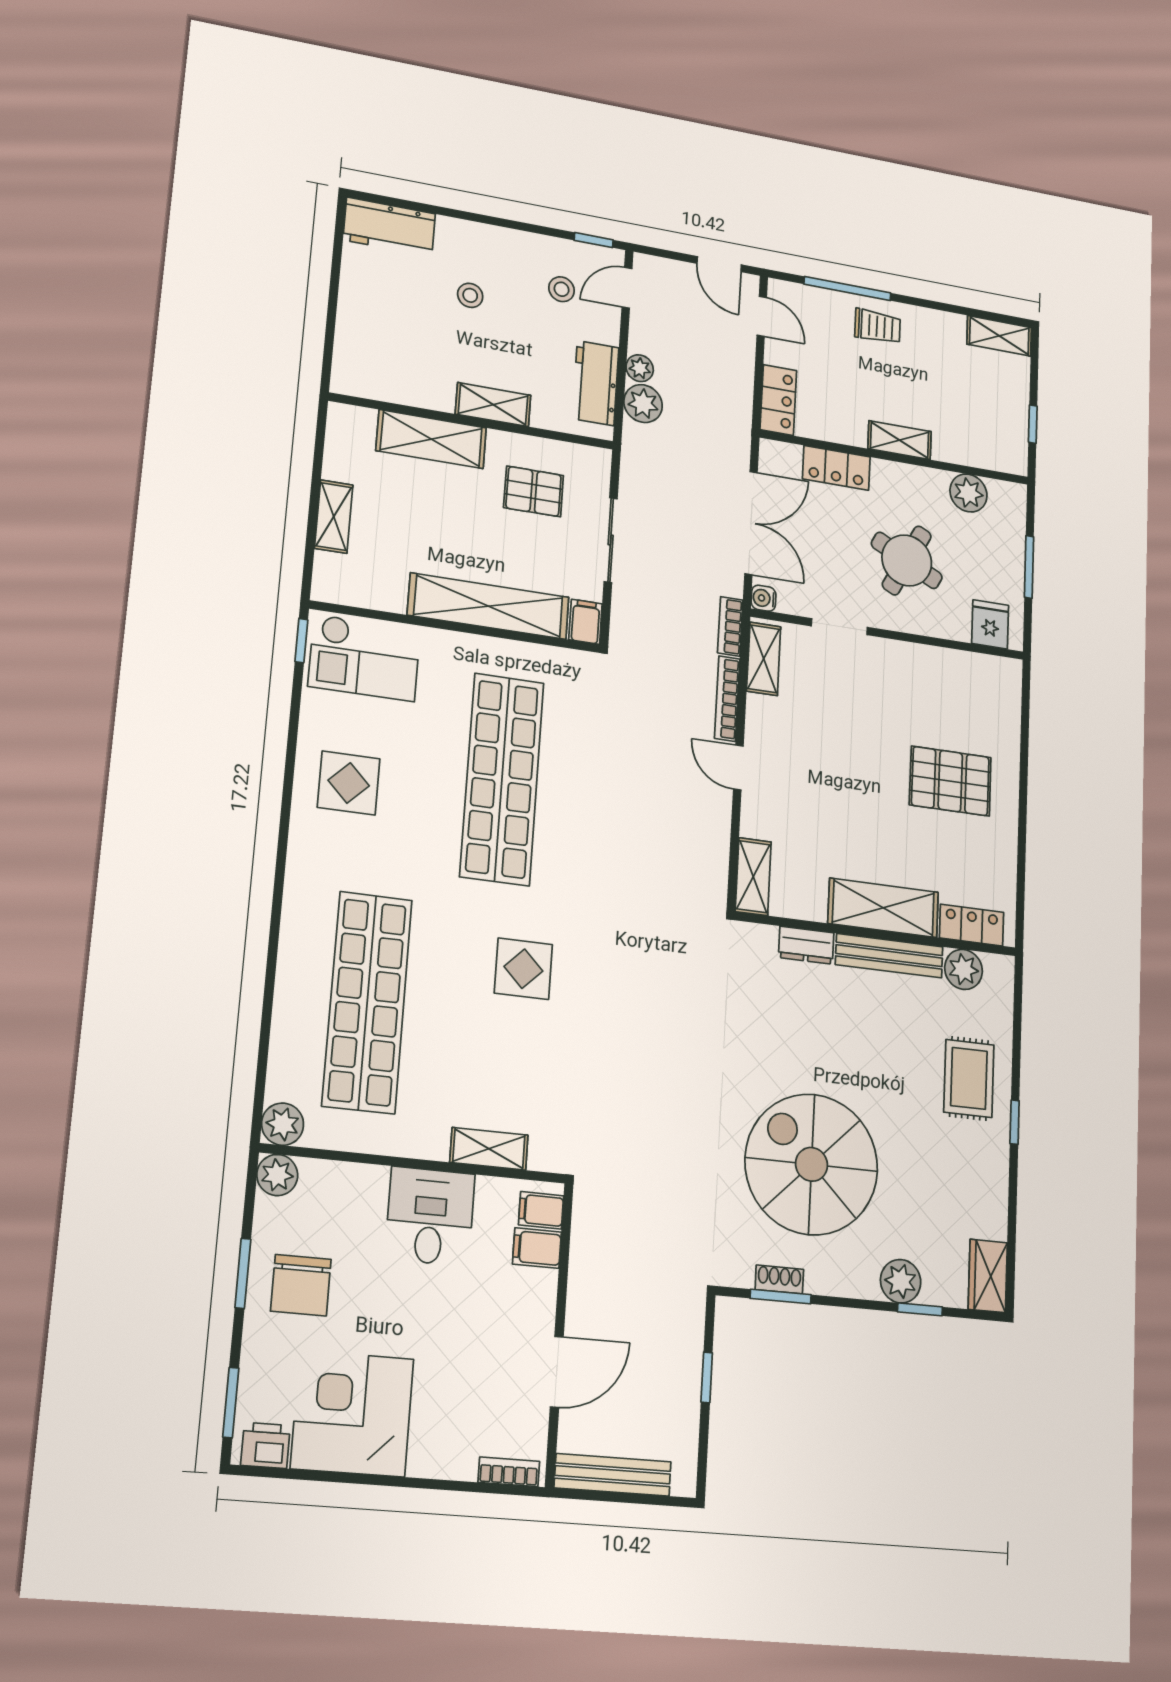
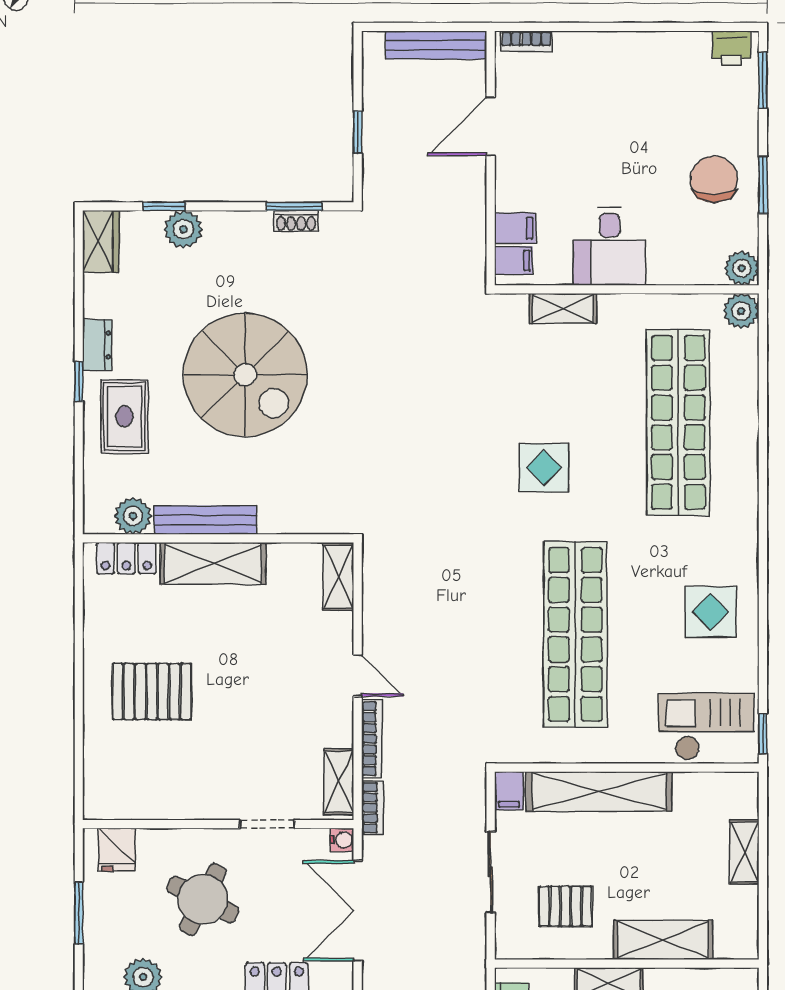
dresser: (806, 945) -> (97, 345), moved, turned 90
spiral stairs: (812, 1164) -> (245, 375), moved
corner desk: (352, 1414) -> (662, 79), removed

